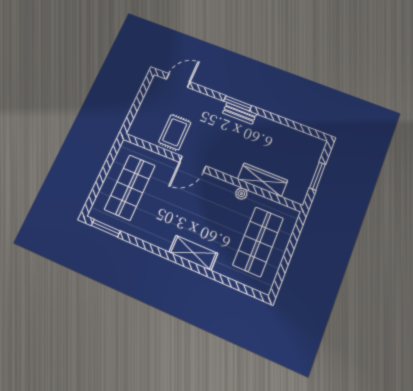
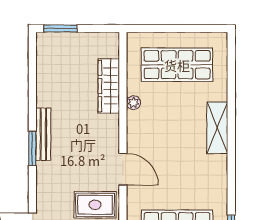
bench: (240, 113) -> (43, 134), width x1.36
window: (318, 176) -> (60, 29), moved

